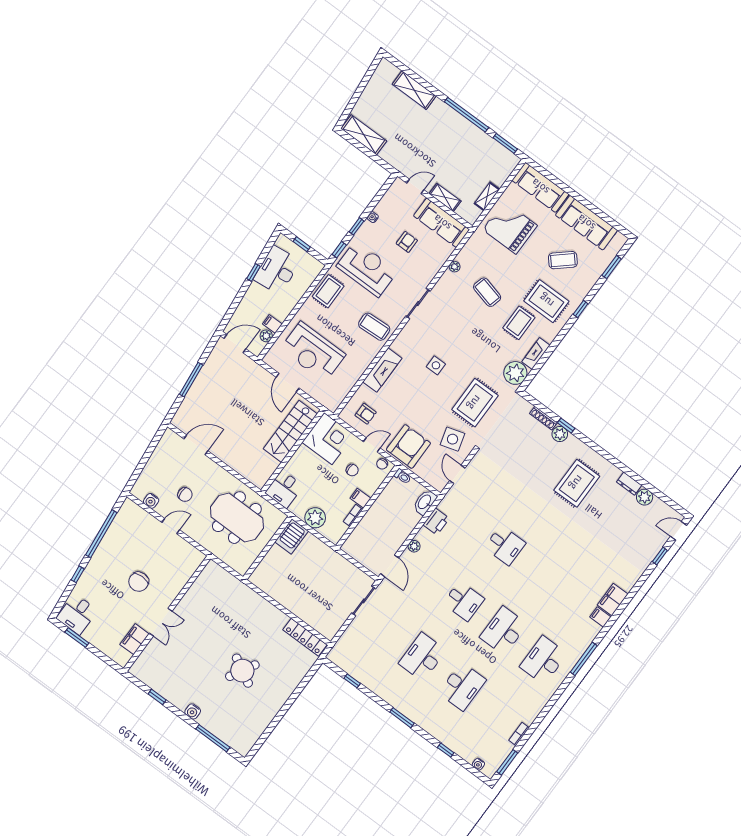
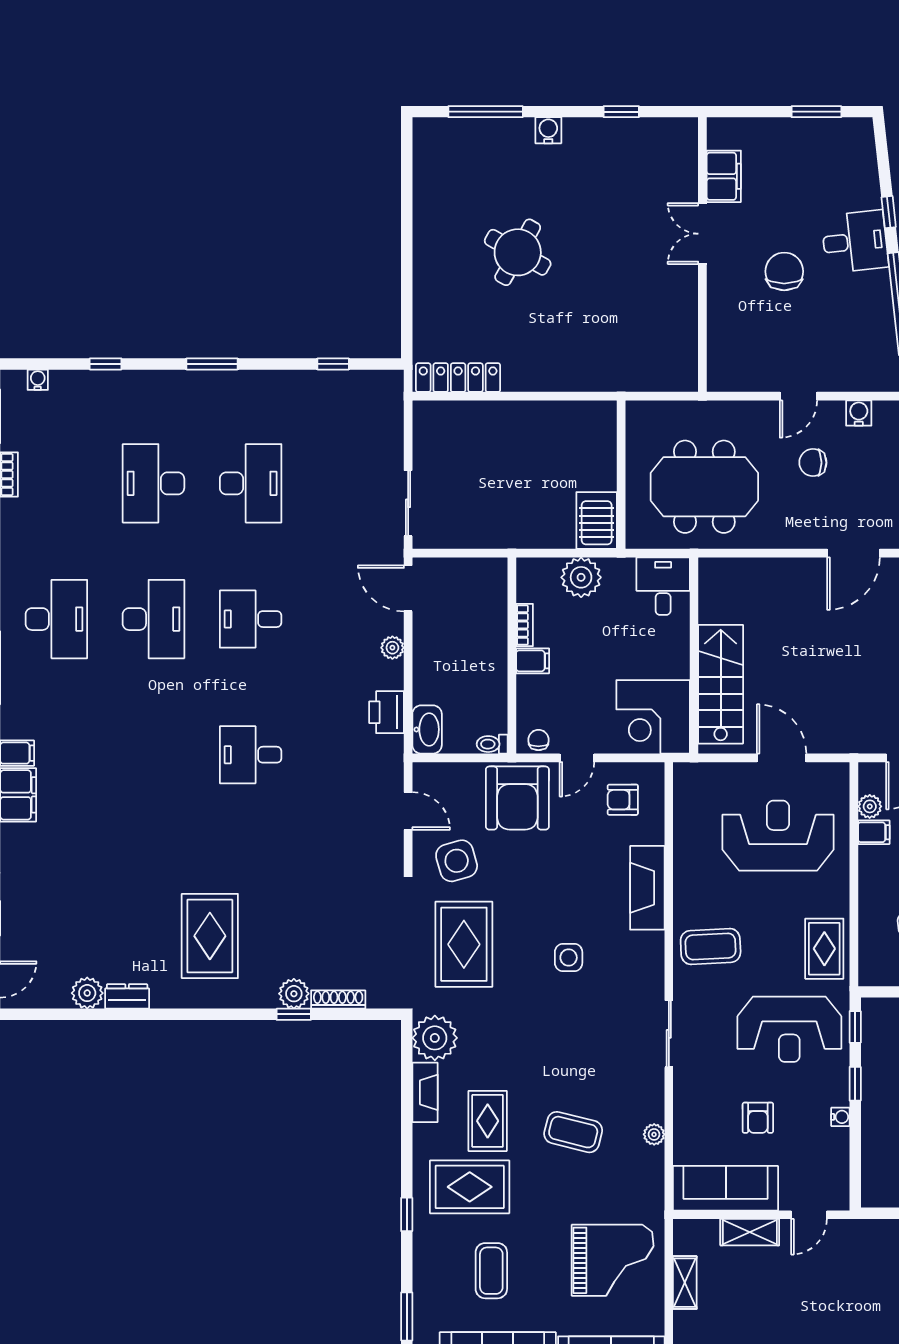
coffee table: (563, 260) -> (491, 1271), turned -49
chair: (352, 470) -> (578, 695), removed
desk: (77, 614) -> (855, 242), moved, turned 84

